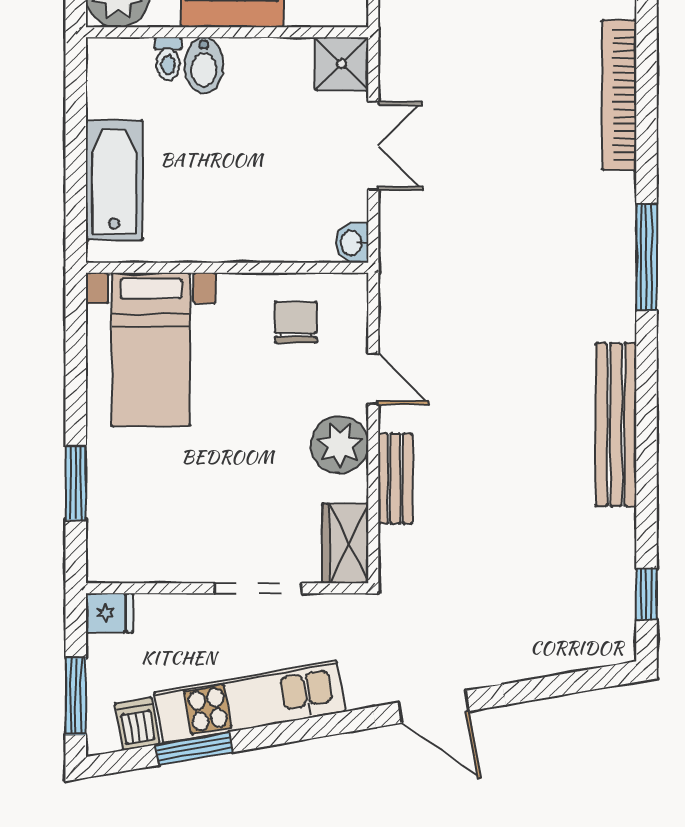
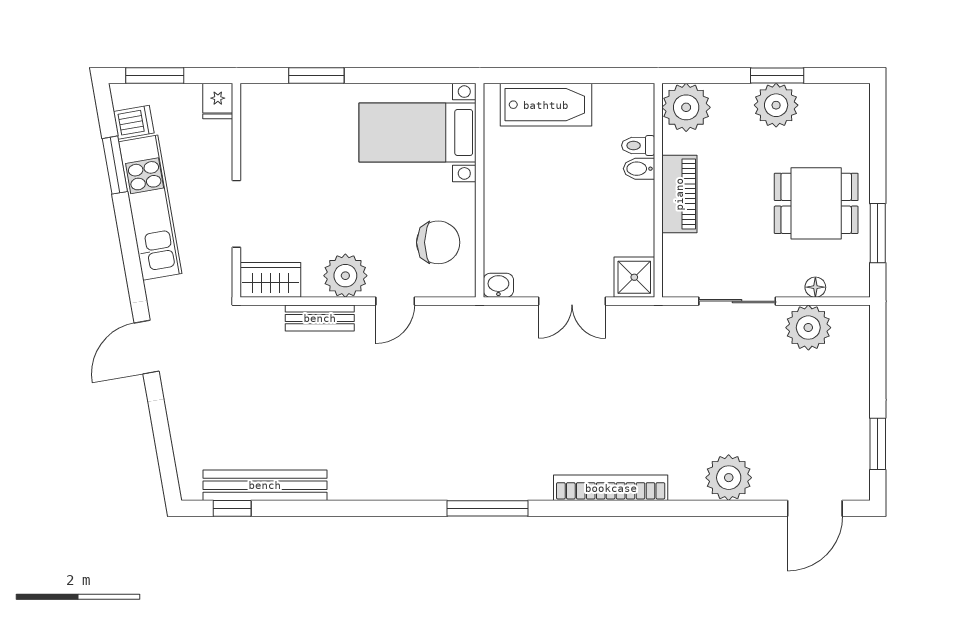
bidet: (204, 65) -> (639, 169), width x0.72, depth x0.74
chair: (296, 322) -> (438, 242), width x1.37, depth x1.37
bench: (616, 425) -> (265, 485), moved

